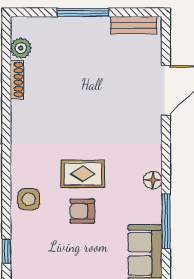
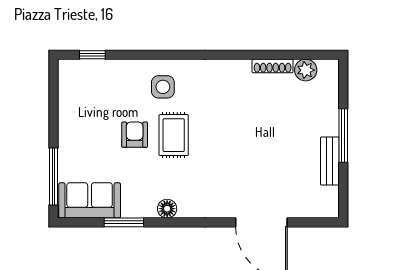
bench: (134, 25) -> (330, 161), moved
side table: (29, 199) -> (163, 87), moved
window: (166, 221) -> (124, 222), width x0.69

